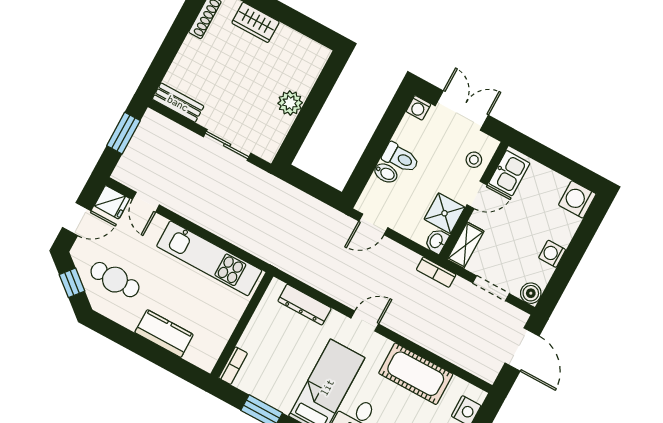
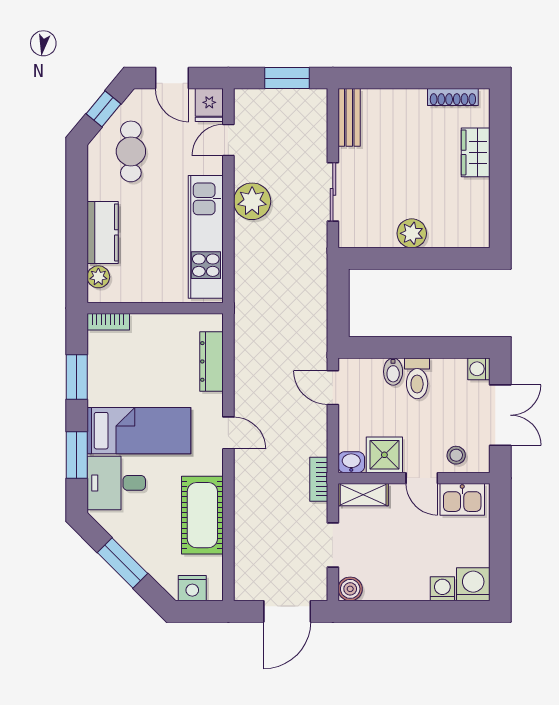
plant: (201, 209) -> (252, 201), added
washing machine: (552, 254) -> (442, 589), moved
plant: (195, 355) -> (98, 277), added

